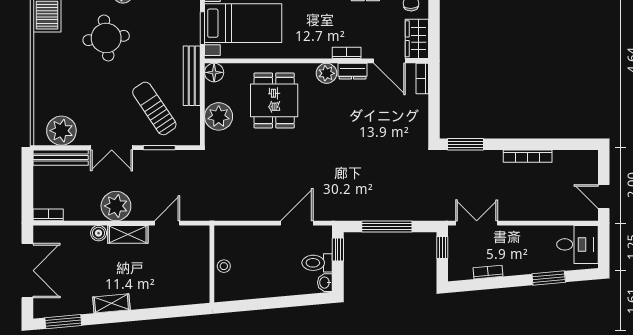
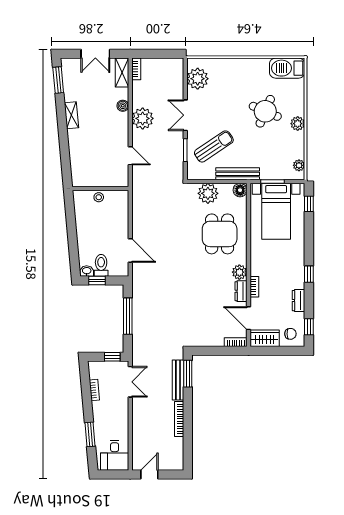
round table: (106, 38) -> (265, 111), turned 30
door: (389, 61) -> (249, 318), hinge flipped
dining table: (274, 100) -> (220, 234), turned 90
bench: (61, 158) -> (178, 380), moved
shelving: (128, 234) -> (122, 73), moved
window: (338, 249) -> (97, 280), moved
double door: (27, 271) -> (95, 54), width x0.73

